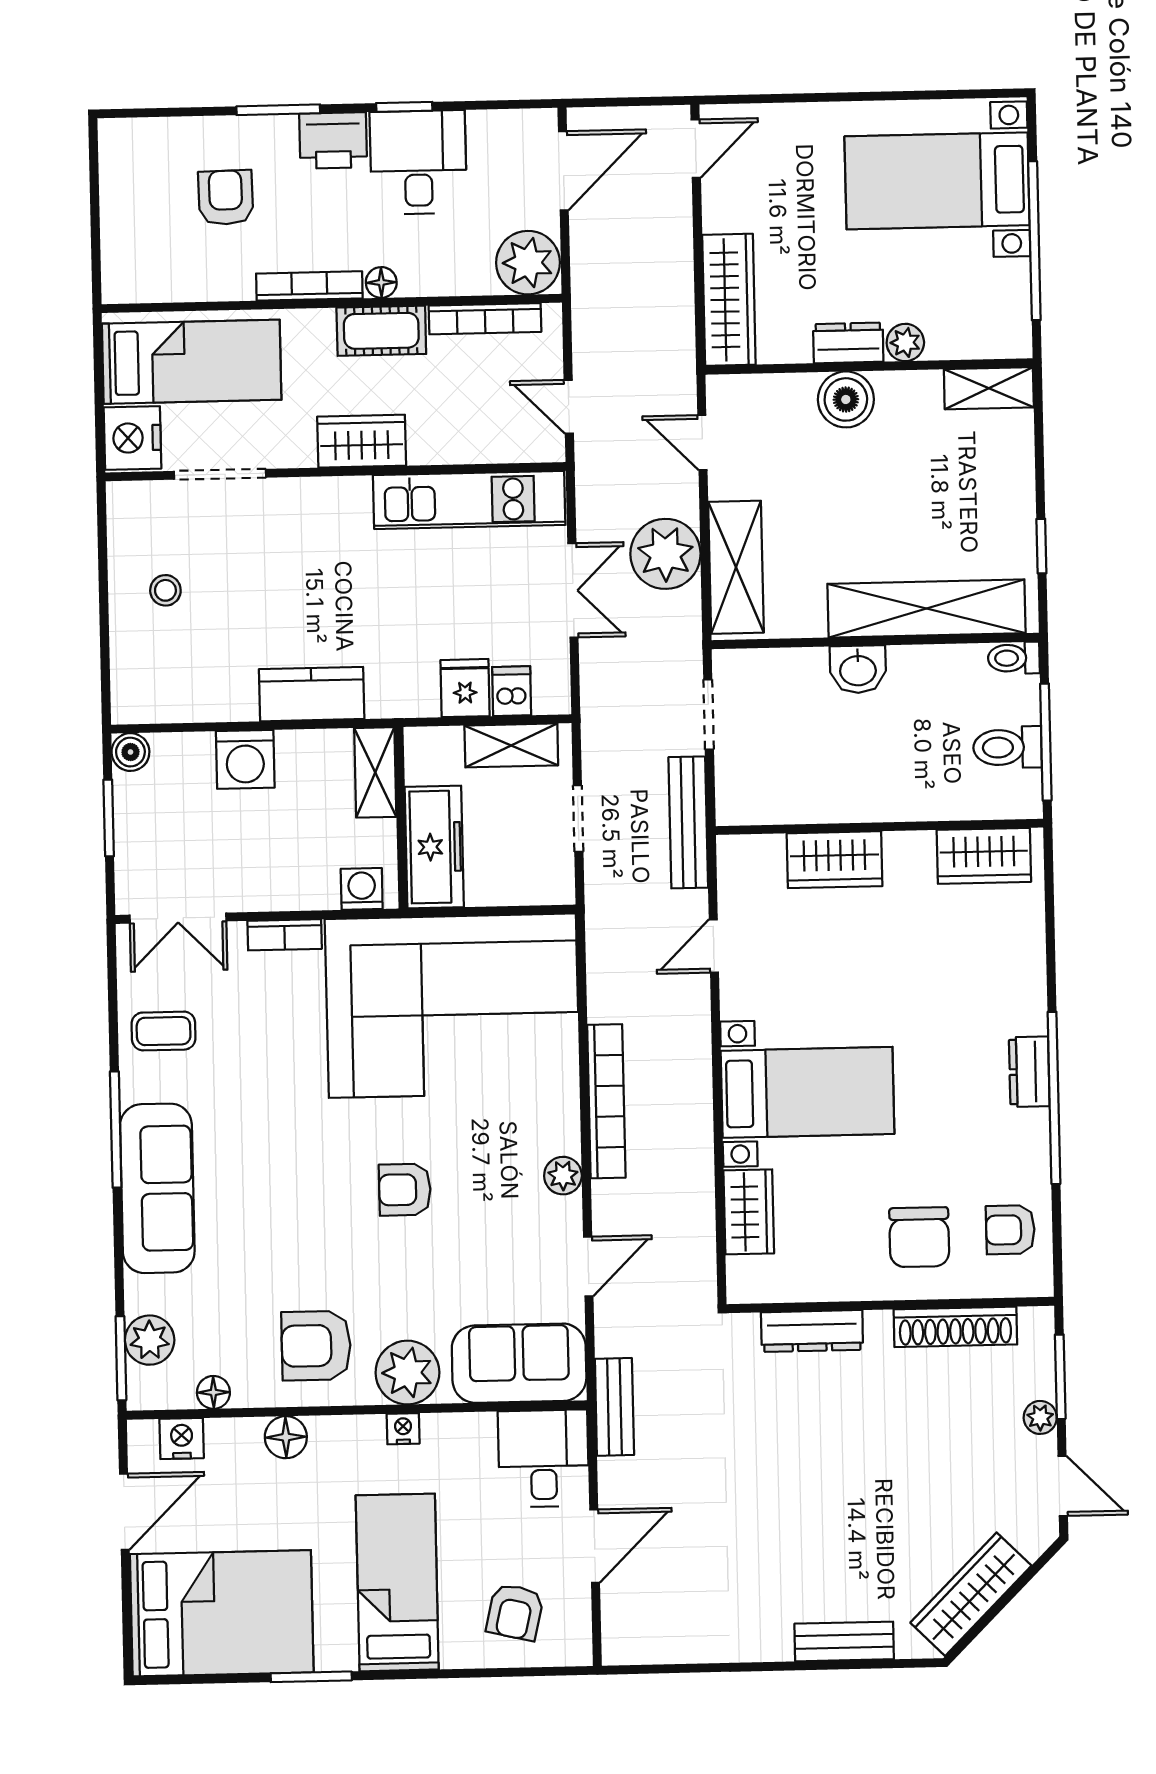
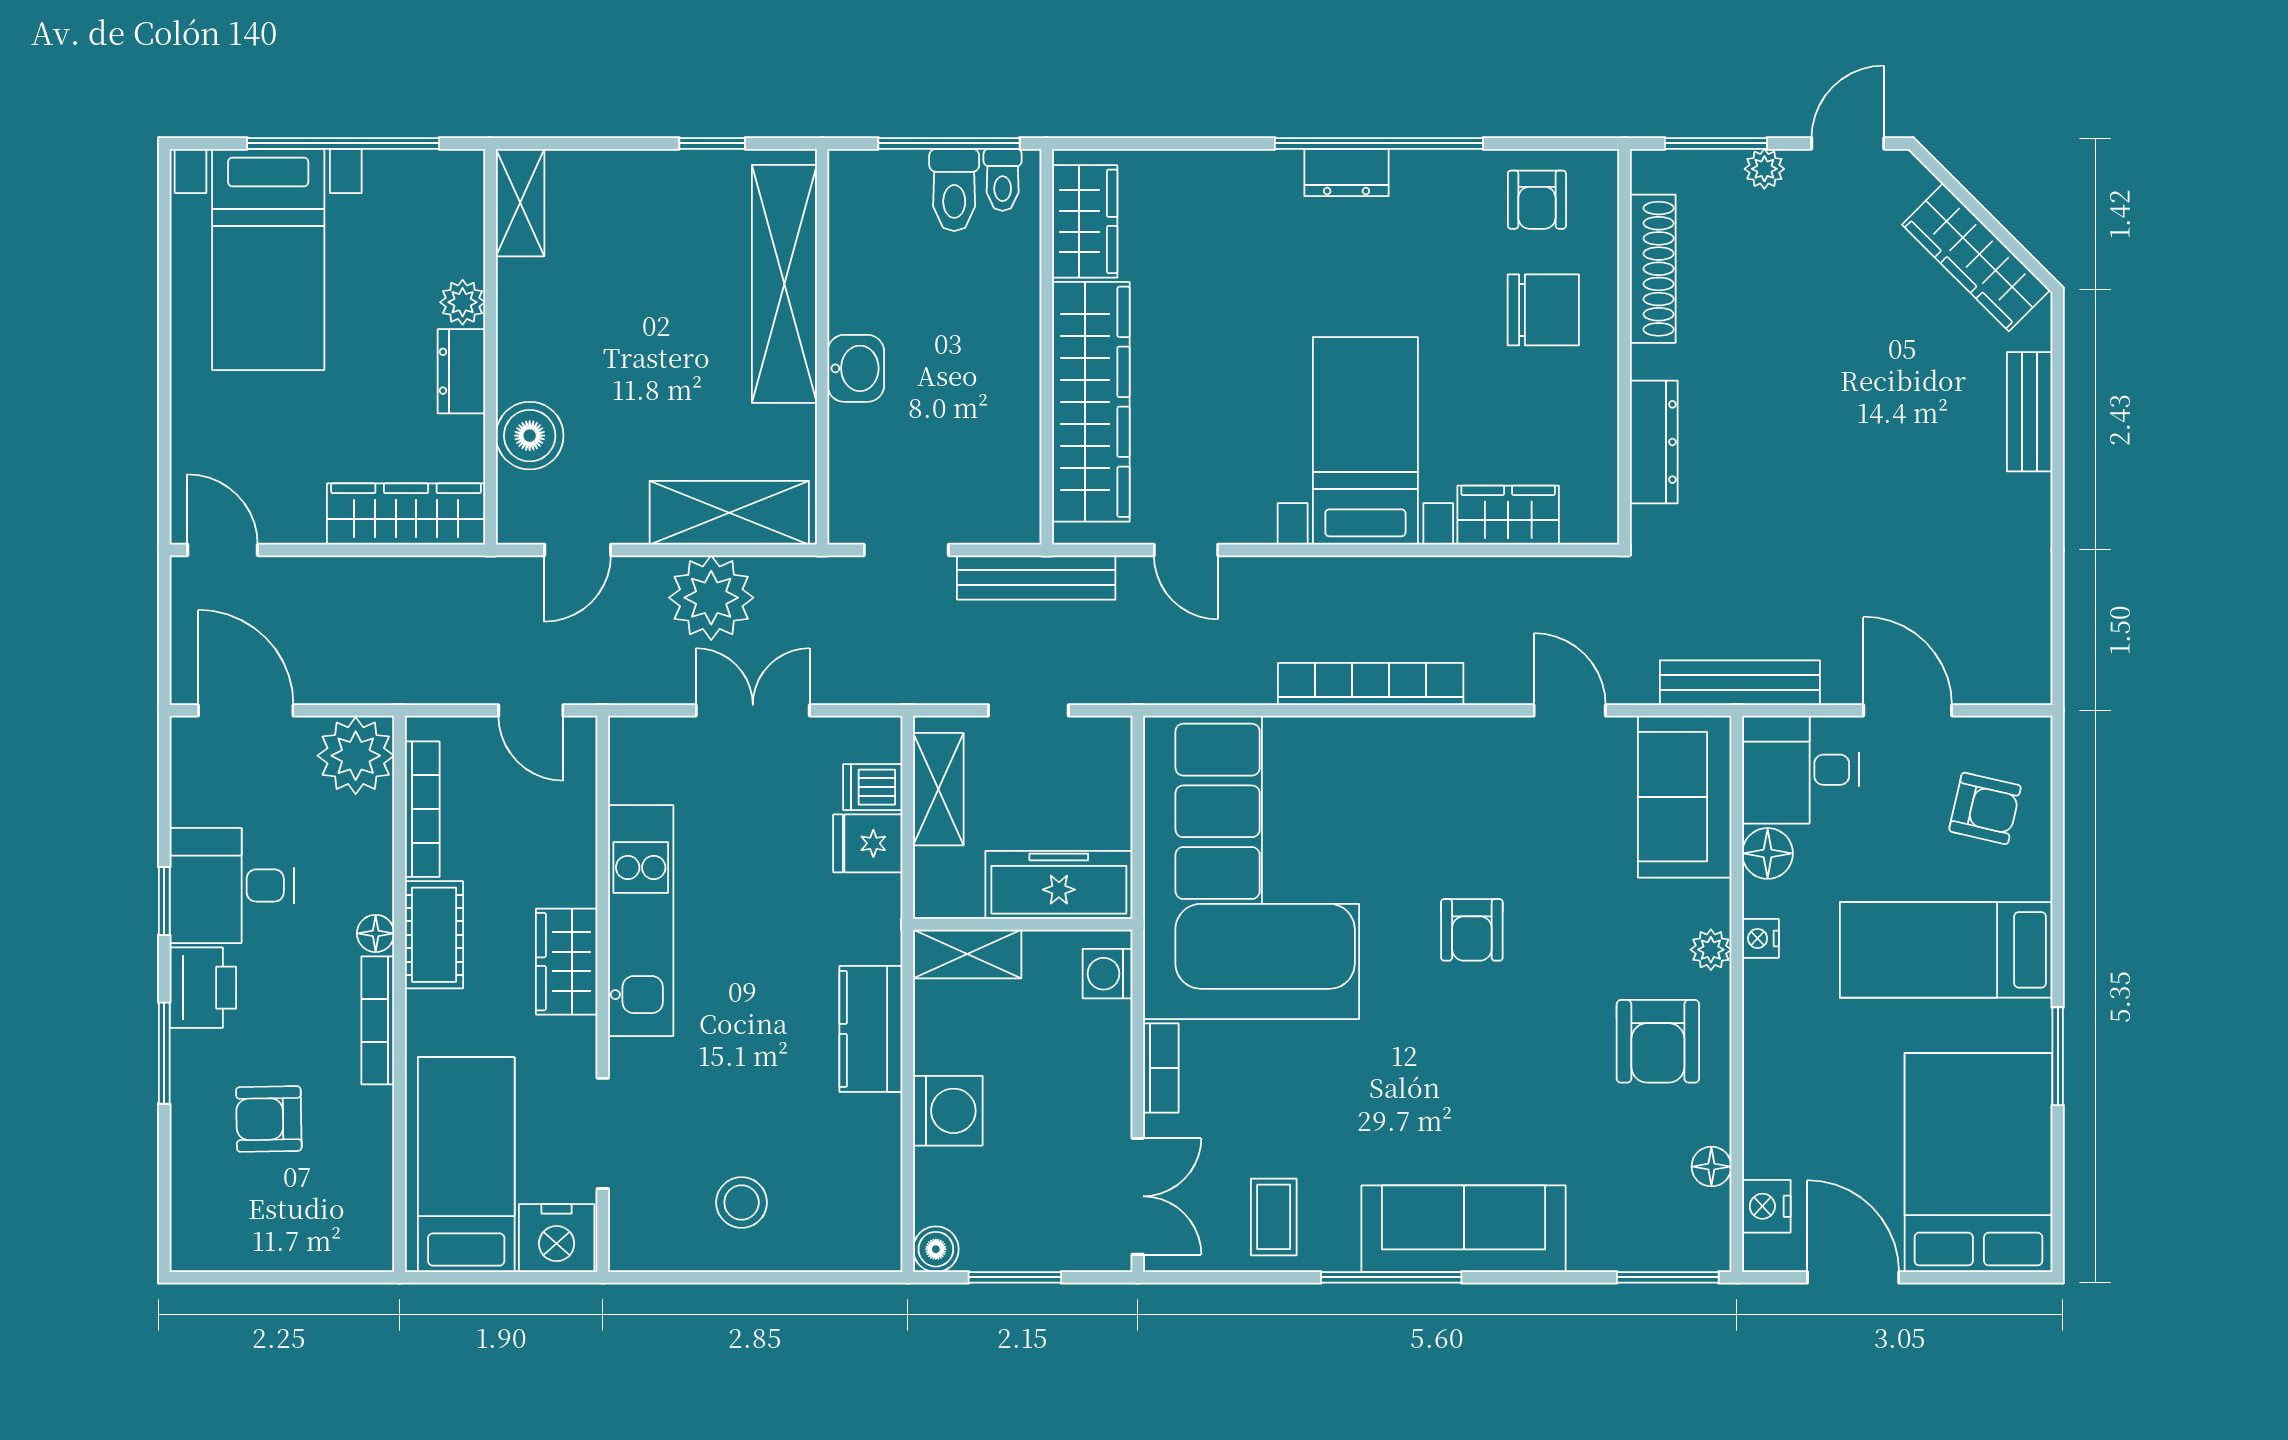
boiler: (846, 399) -> (530, 436), moved
door: (569, 407) -> (531, 710), hinge flipped
kitchen unit: (469, 500) -> (641, 921), moved
stool: (165, 590) -> (742, 1203), width x1.37, depth x1.37
toilet: (1014, 658) -> (1003, 180), moved
wardrobe: (835, 860) -> (1091, 402), width x2.10, depth x1.17
plant: (563, 1176) -> (1459, 738), removed
plant: (150, 1340) -> (1647, 1242), removed
plant: (407, 1373) -> (1711, 950), width x0.53, depth x0.53
bench: (614, 1407) -> (1740, 683), width x1.36
floor lamp: (286, 1437) -> (1768, 853), moved

